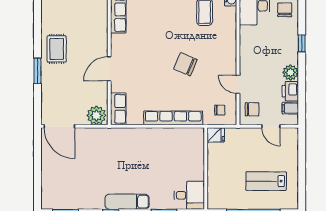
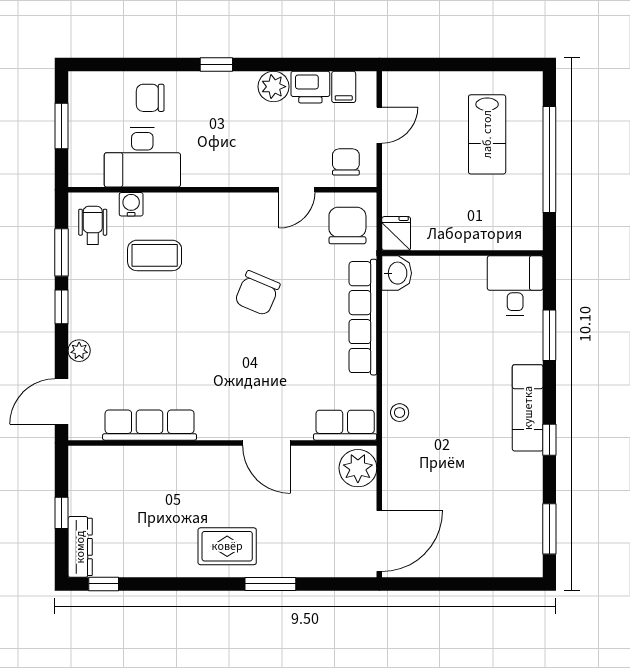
chair: (220, 110) -> (347, 226), width x1.87, depth x1.87
washbasin: (196, 135) -> (397, 273), added
stool: (125, 137) -> (400, 413), added

